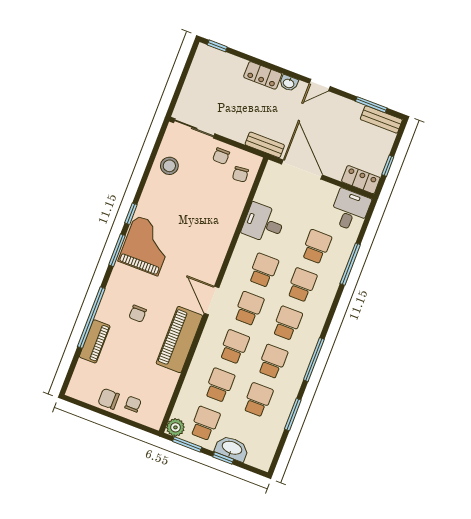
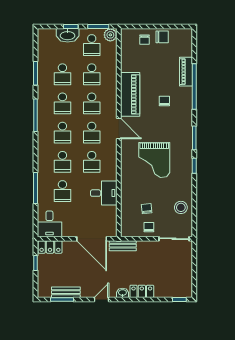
bench: (381, 119) -> (66, 292), moved
chair: (240, 174) -> (147, 209), moved
grand piano: (146, 246) -> (154, 160), moved

